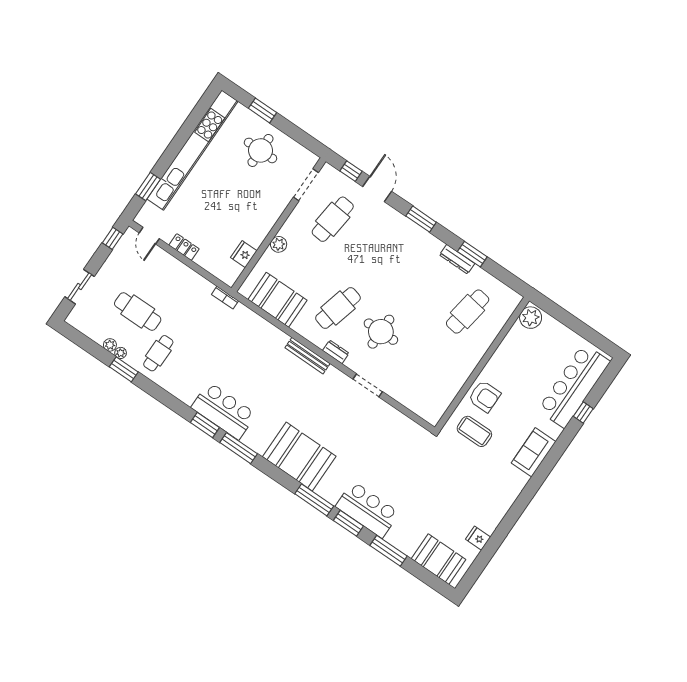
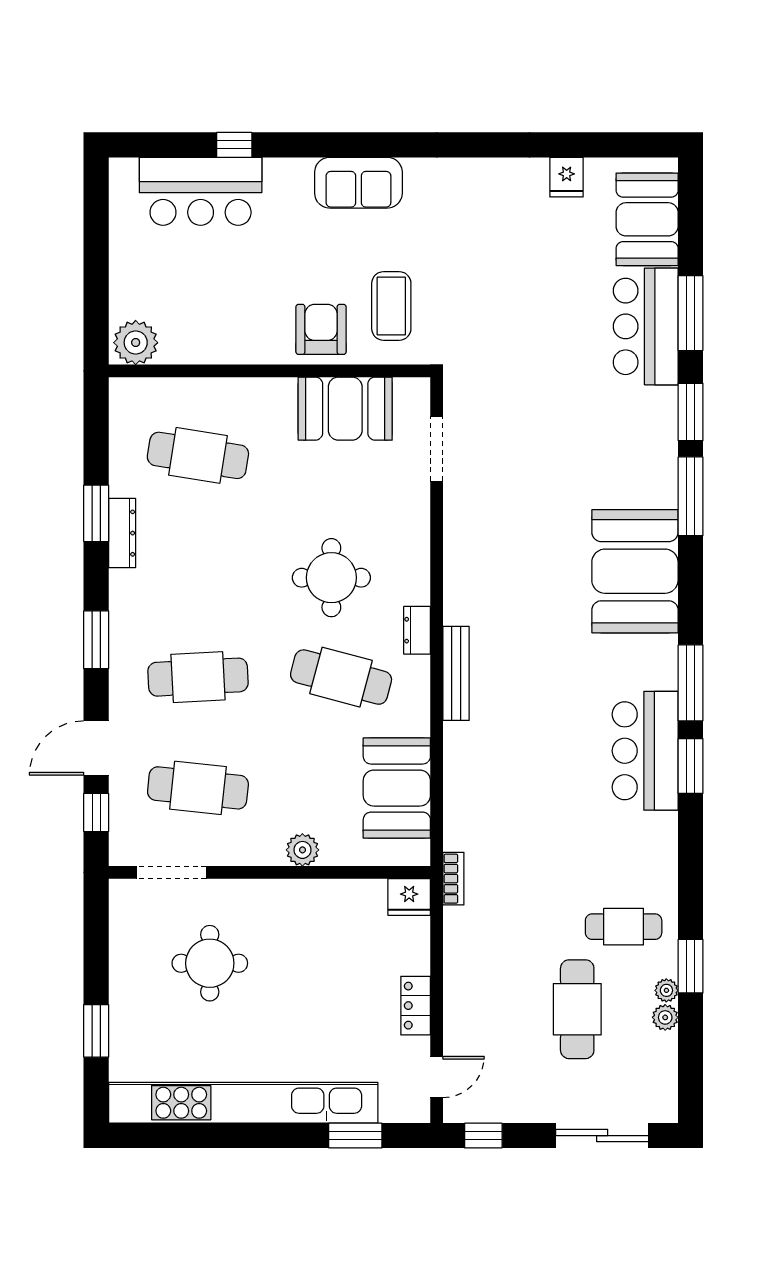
round table: (260, 150) -> (210, 963), moved
cafe table: (378, 250) -> (198, 677), added
fridge: (244, 254) -> (409, 897), moved
sliding door: (80, 287) -> (602, 1136), width x1.37
booth: (446, 384) -> (345, 409), added
doorway: (368, 385) -> (437, 449), moved
bar counter: (574, 386) -> (201, 191), width x0.73
bar counter: (367, 510) -> (646, 326), moved

